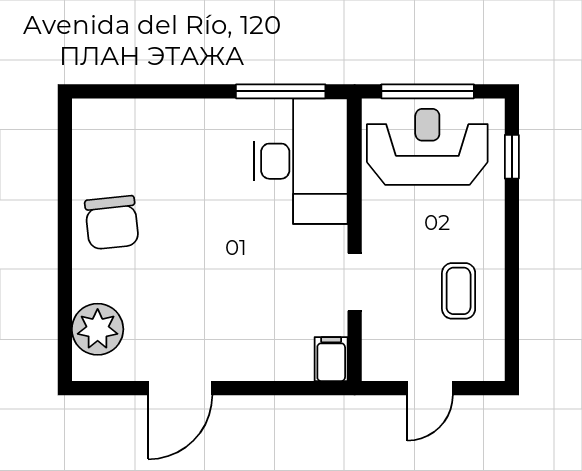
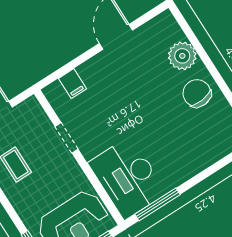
plant: (98, 329) -> (182, 56), moved
filing cabinet: (331, 359) -> (72, 84), moved

